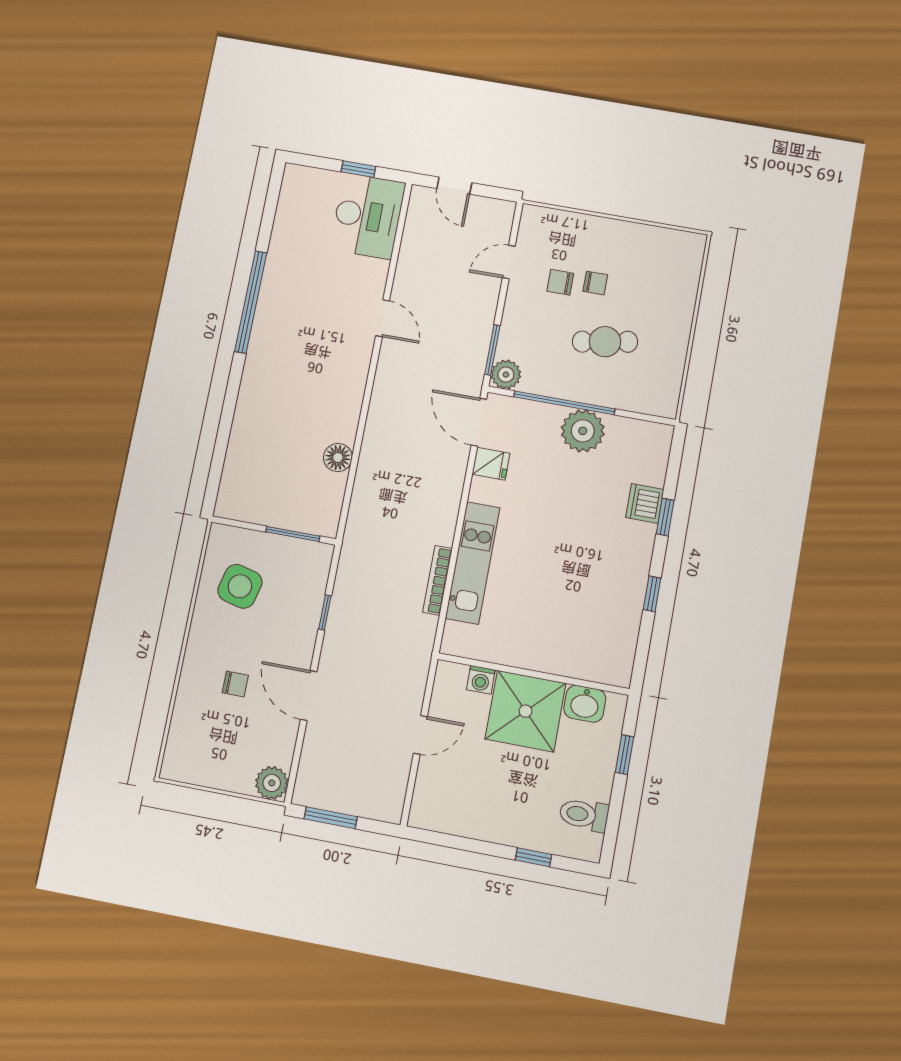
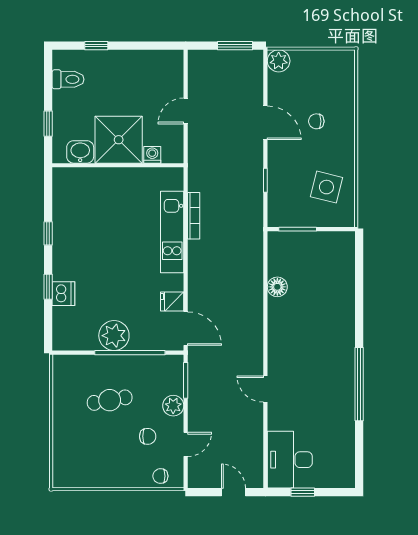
chair: (595, 283) -> (160, 476), moved
plant: (506, 375) -> (173, 406), moved

